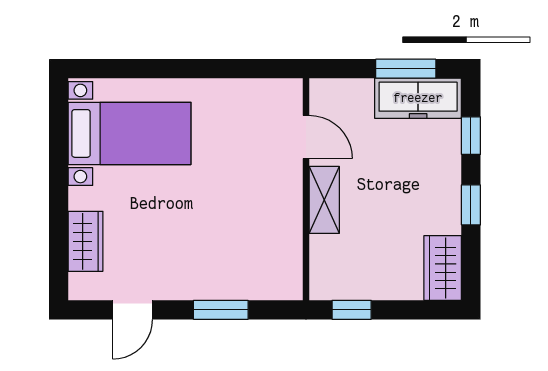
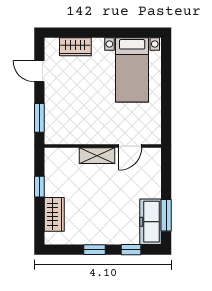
door: (306, 137) -> (130, 146), moved
wall: (306, 189) -> (103, 146), moved
shelving: (324, 200) -> (97, 156), moved
wardrobe: (443, 268) -> (54, 214), moved, turned 90

